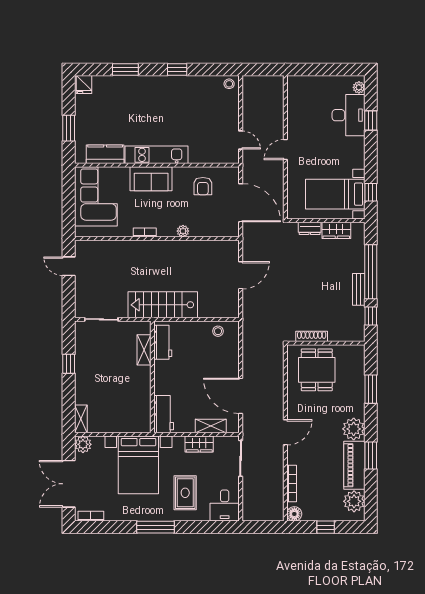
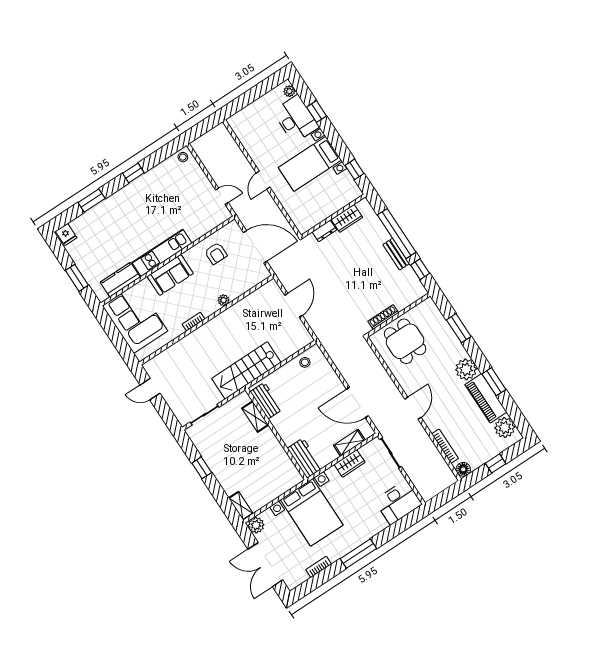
bed with nightstands: (335, 194) -> (310, 164), moved
rug: (185, 493) -> (364, 510), removed
desk: (225, 506) -> (398, 502), width x1.37
bookcase: (91, 516) -> (319, 567), moved

